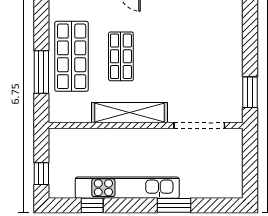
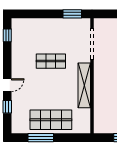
shop shelf: (121, 56) -> (51, 61), moved
window: (41, 72) -> (41, 138), moved

